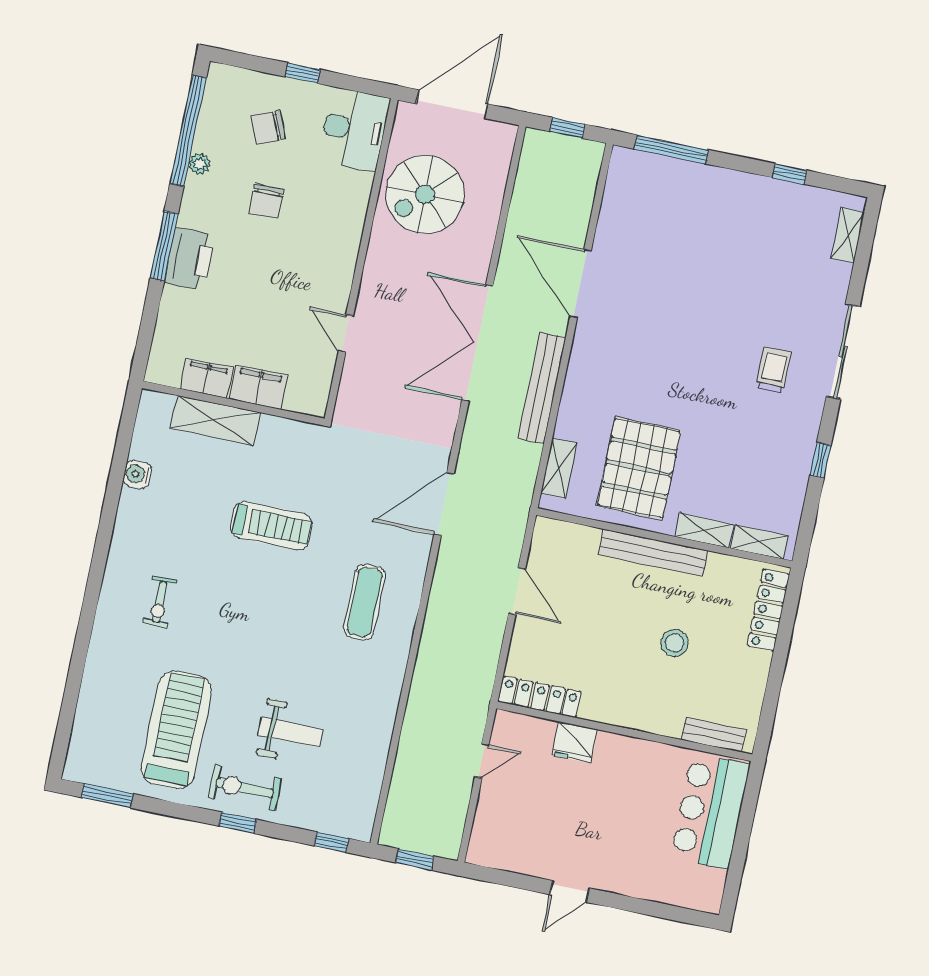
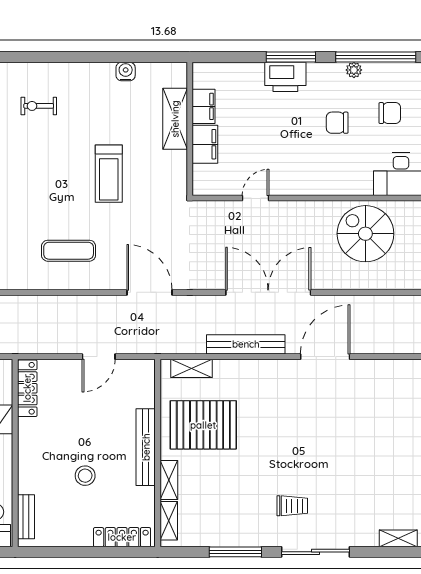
chair: (268, 127) -> (390, 113), turned 112
window: (820, 460) -> (235, 552), width x2.17

